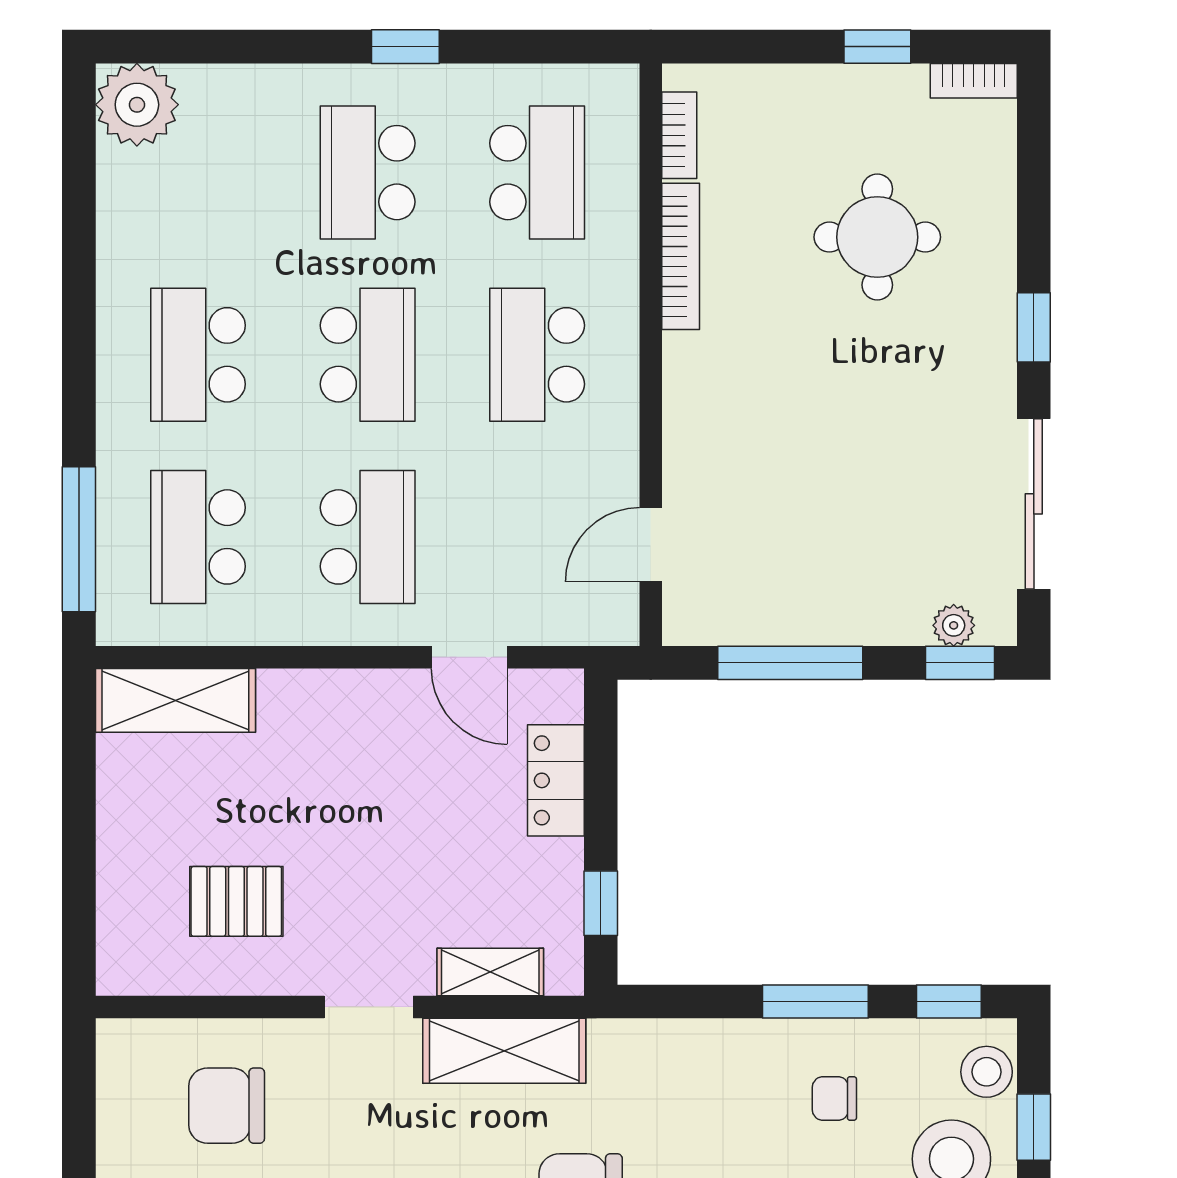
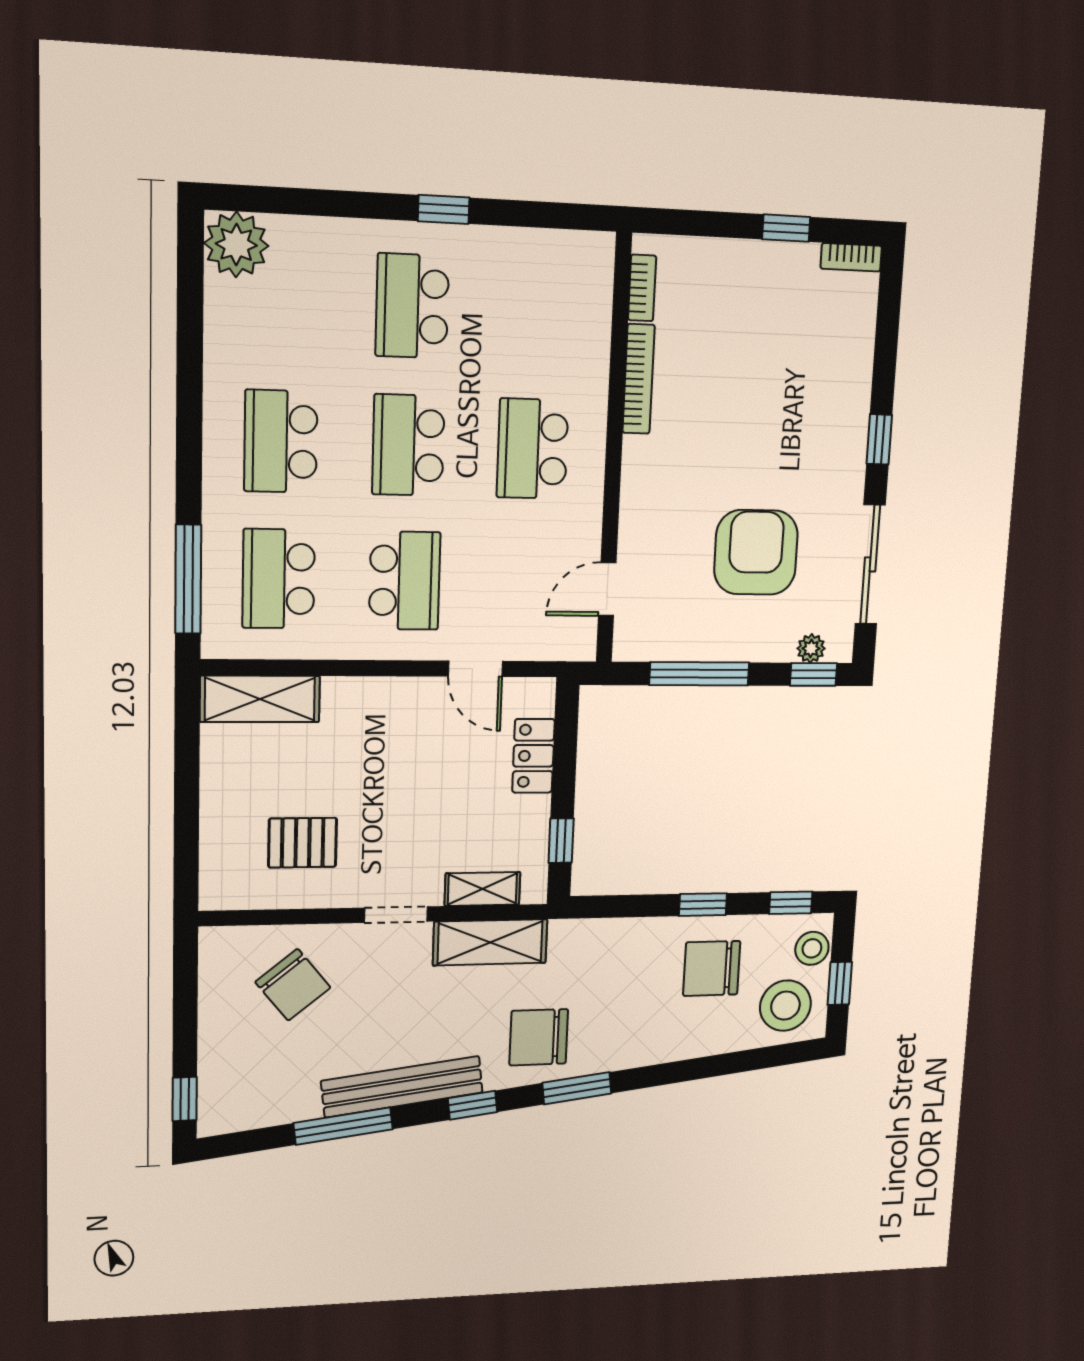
school desk: (537, 173) -> (538, 312), removed
round table: (877, 237) -> (777, 370), removed
school desk: (368, 355) -> (408, 445), turned 180
armchair: (863, 490) -> (756, 552), added
window: (815, 1002) -> (703, 905), width x0.67
chair: (834, 1099) -> (712, 968), width x1.87, depth x1.87
chair: (227, 1106) -> (293, 985), turned -129

